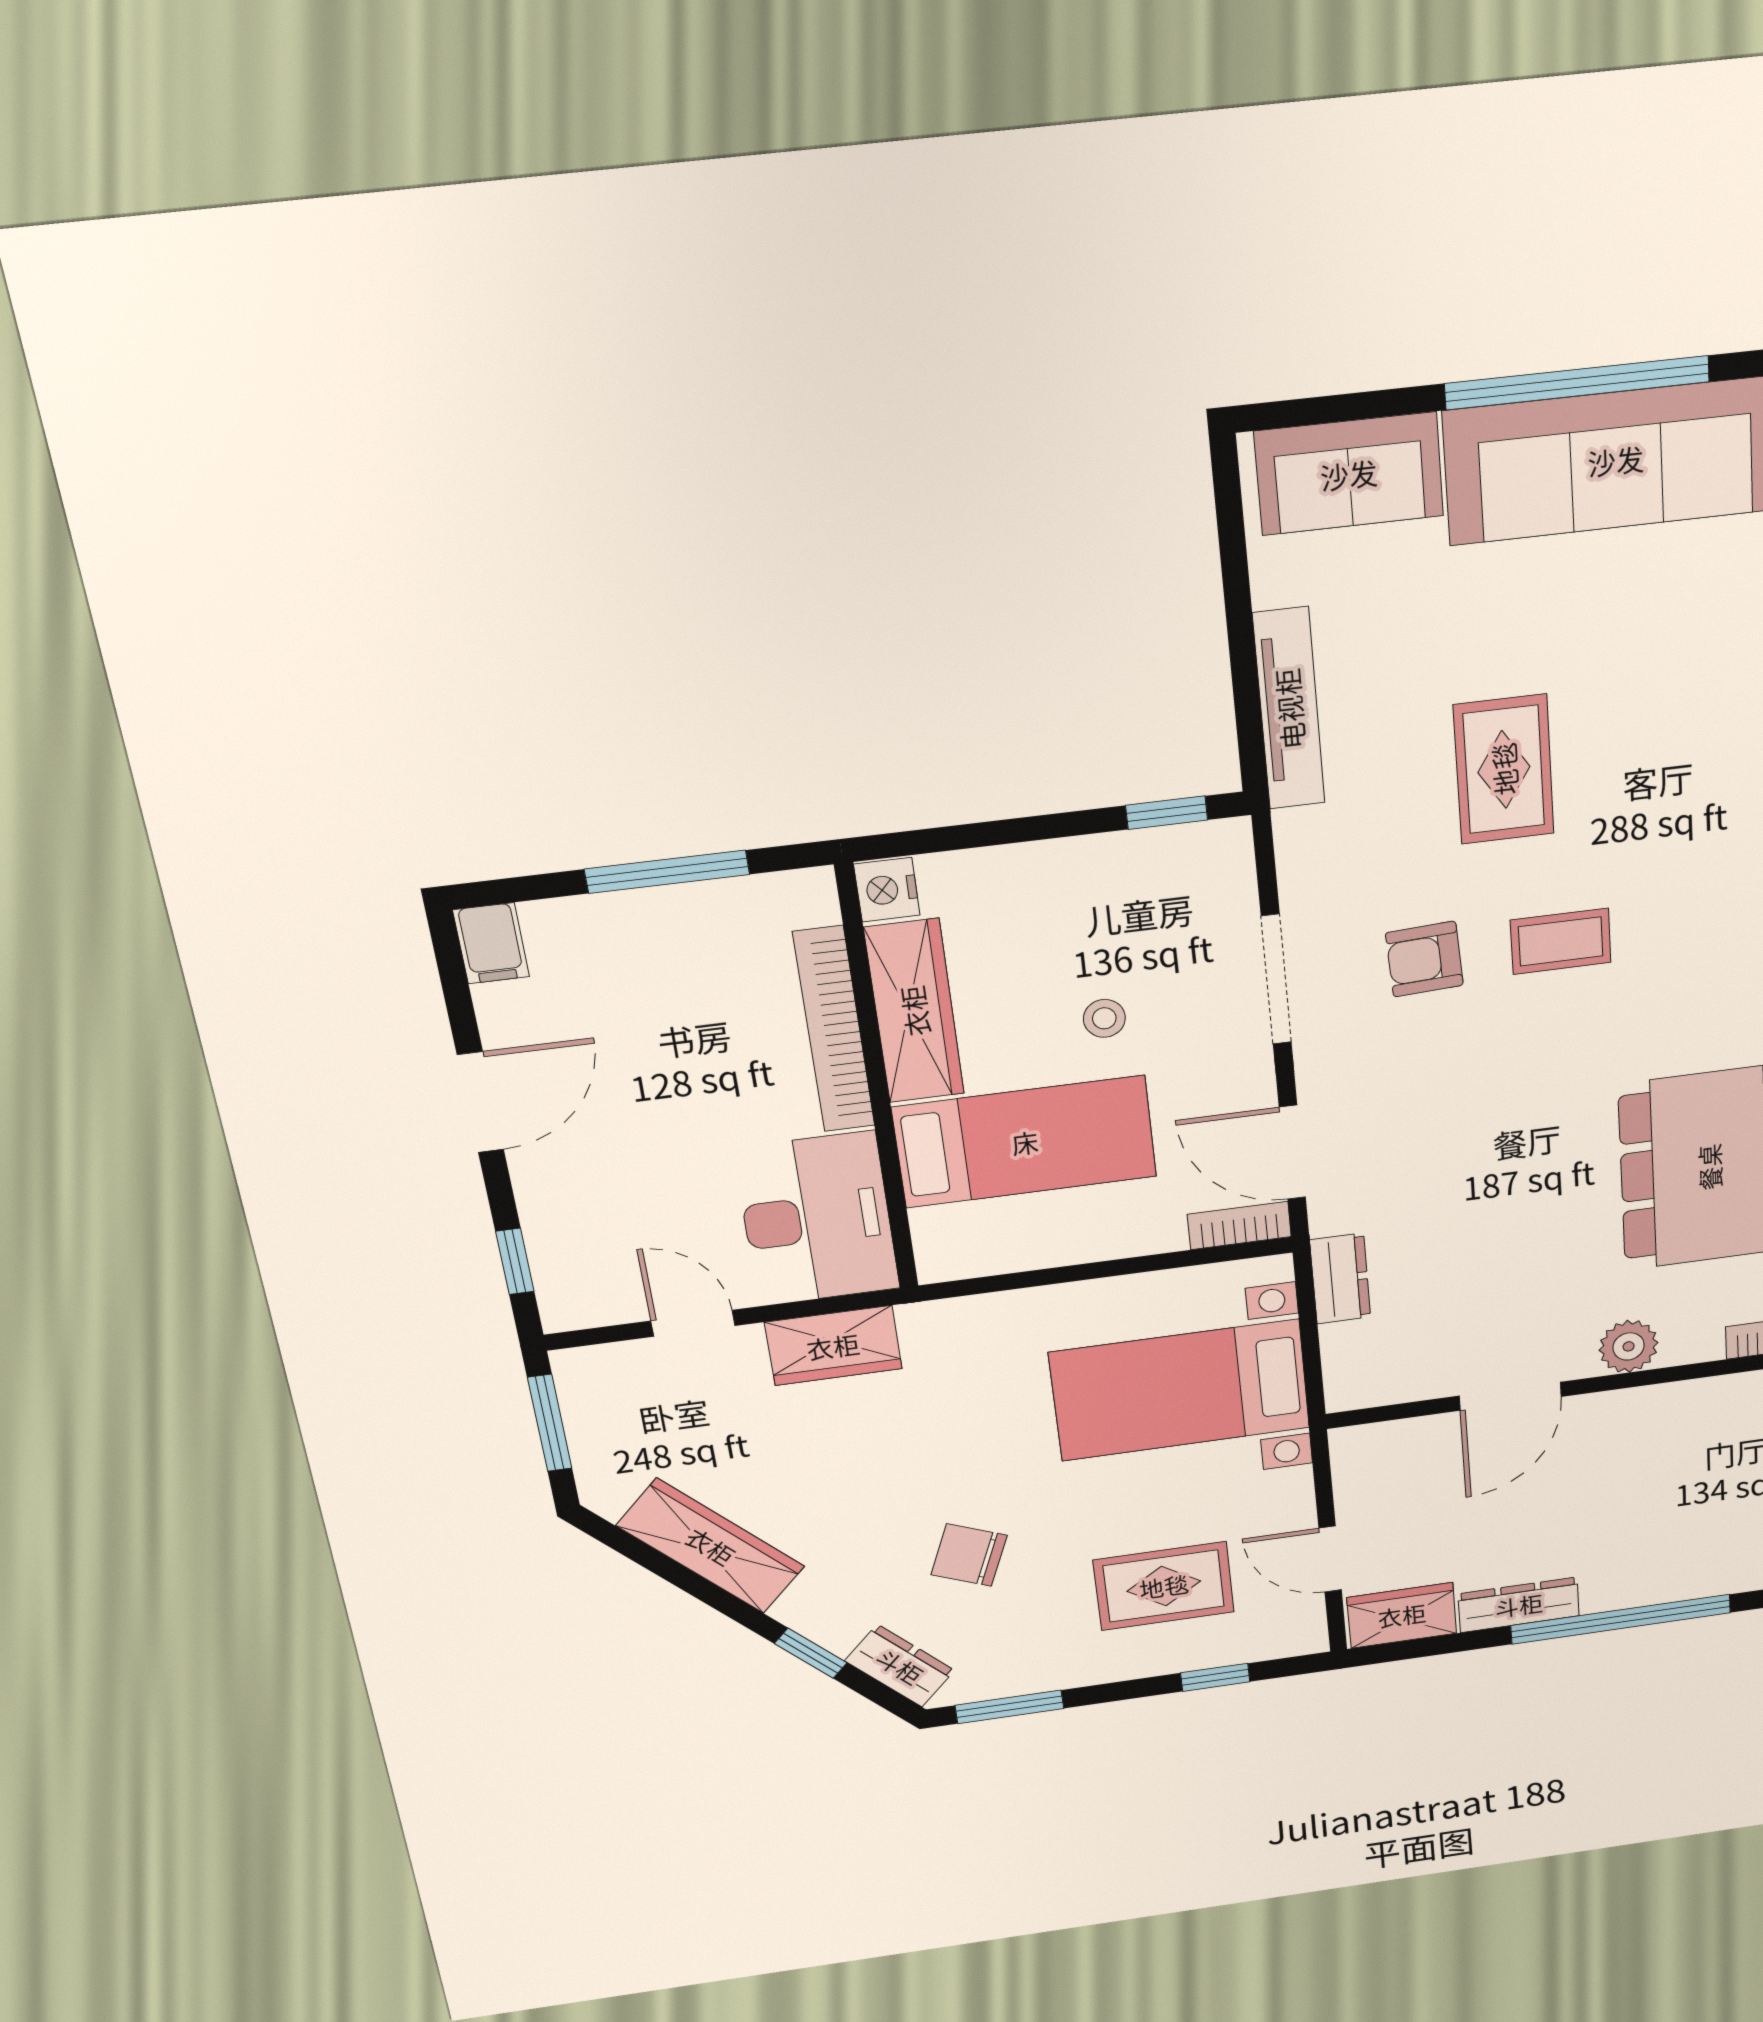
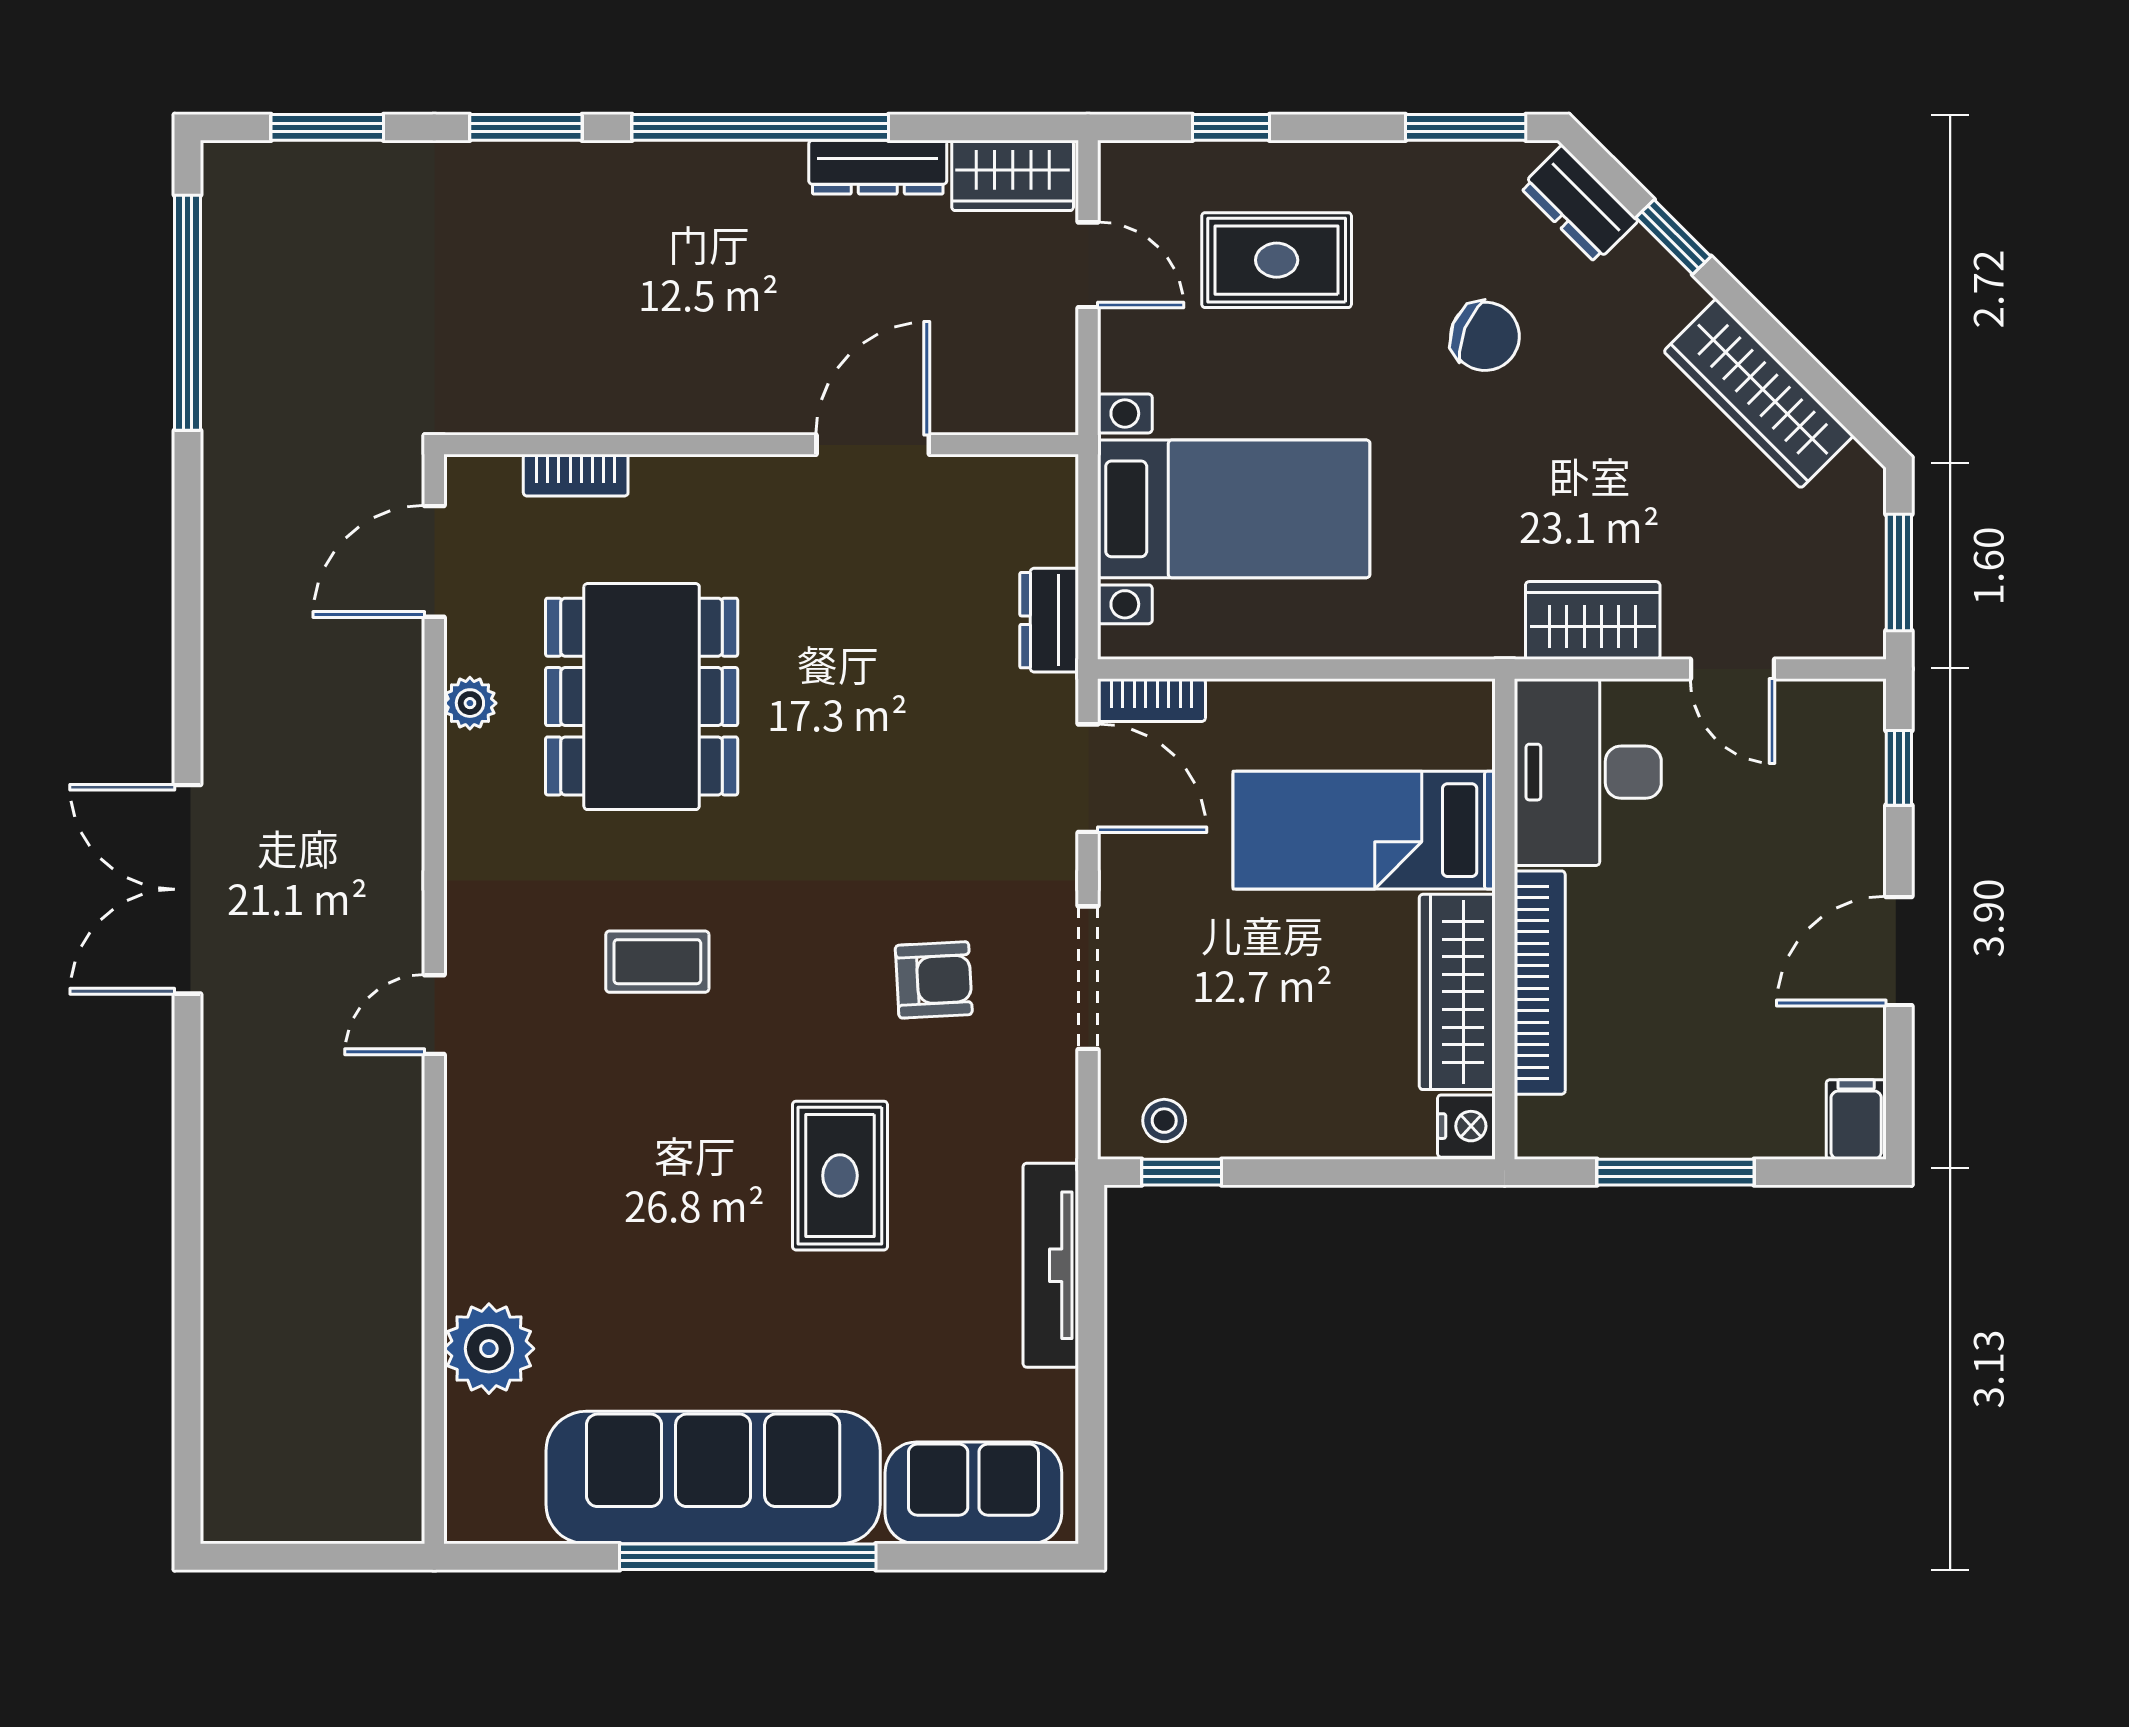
coffee table: (1561, 941) -> (657, 962), moved
stool: (1104, 1018) -> (1164, 1121), moved
plant: (1629, 1346) -> (738, 488), removed

